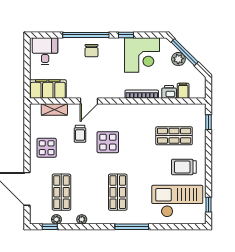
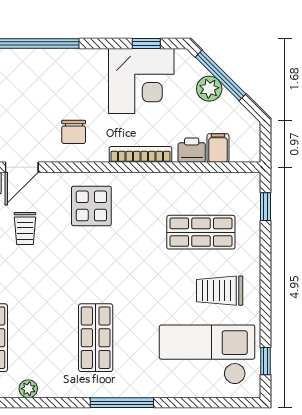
window: (126, 35) -> (146, 44), moved
chair: (92, 51) -> (74, 132), moved
door: (89, 101) -> (22, 167), moved
display table: (108, 142) -> (91, 206), moved

